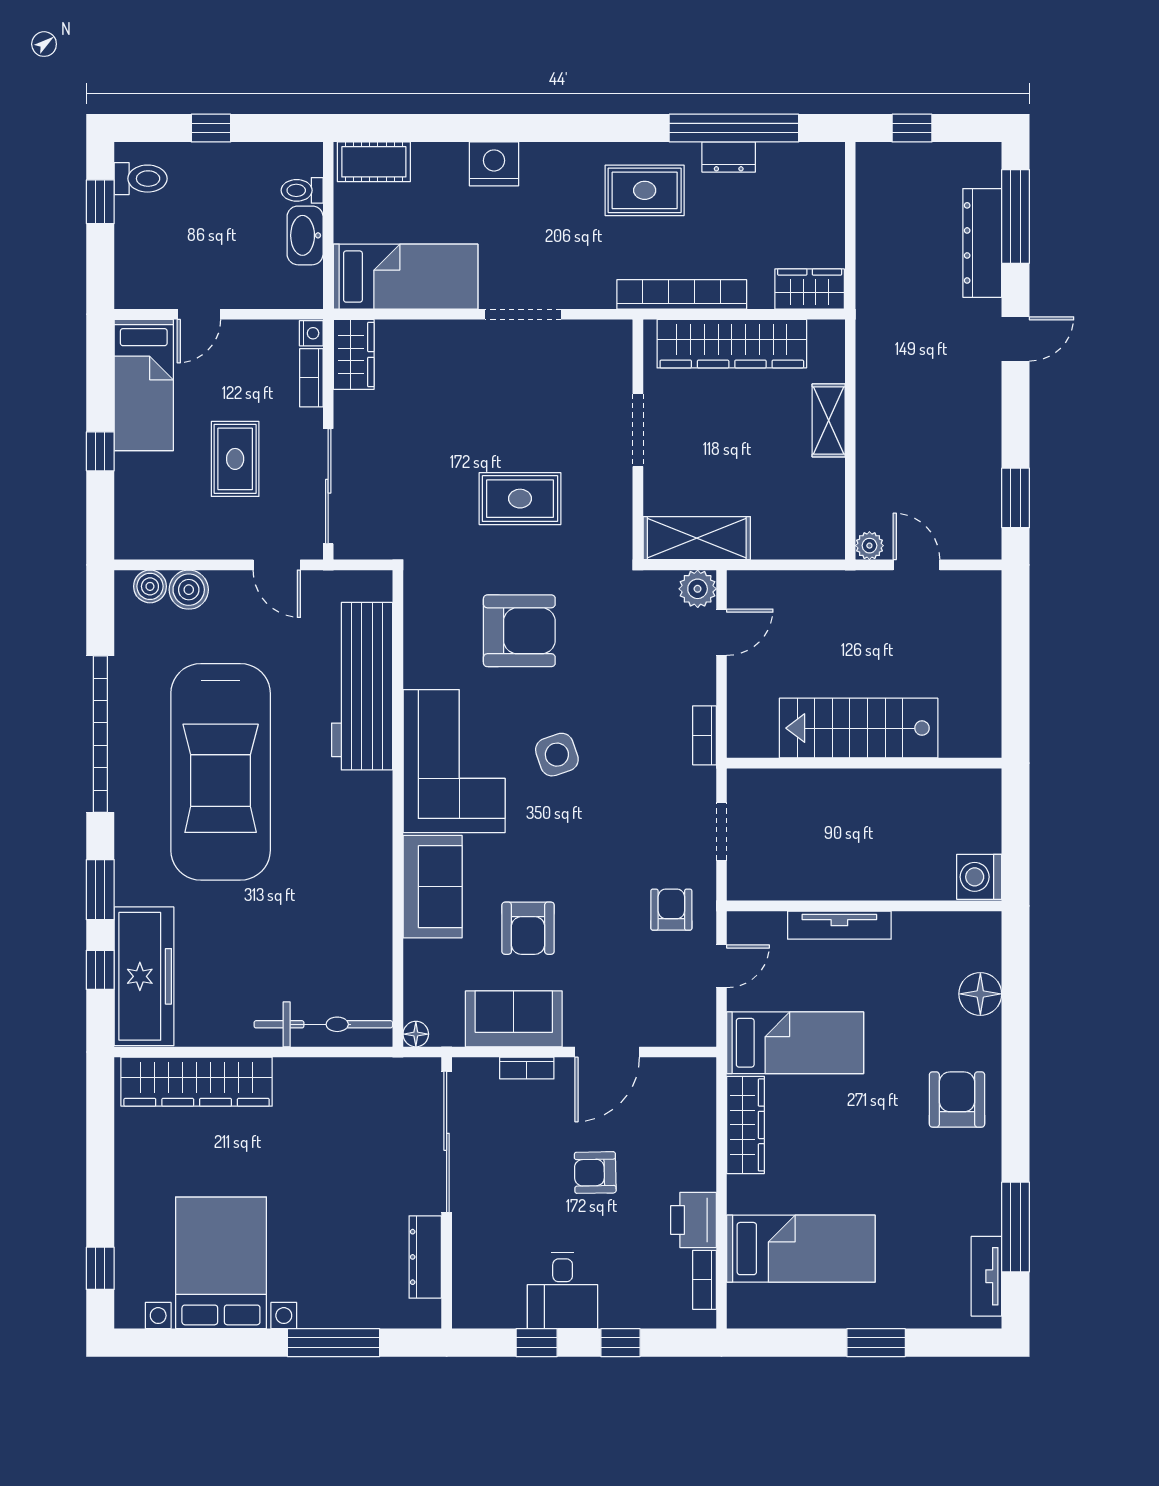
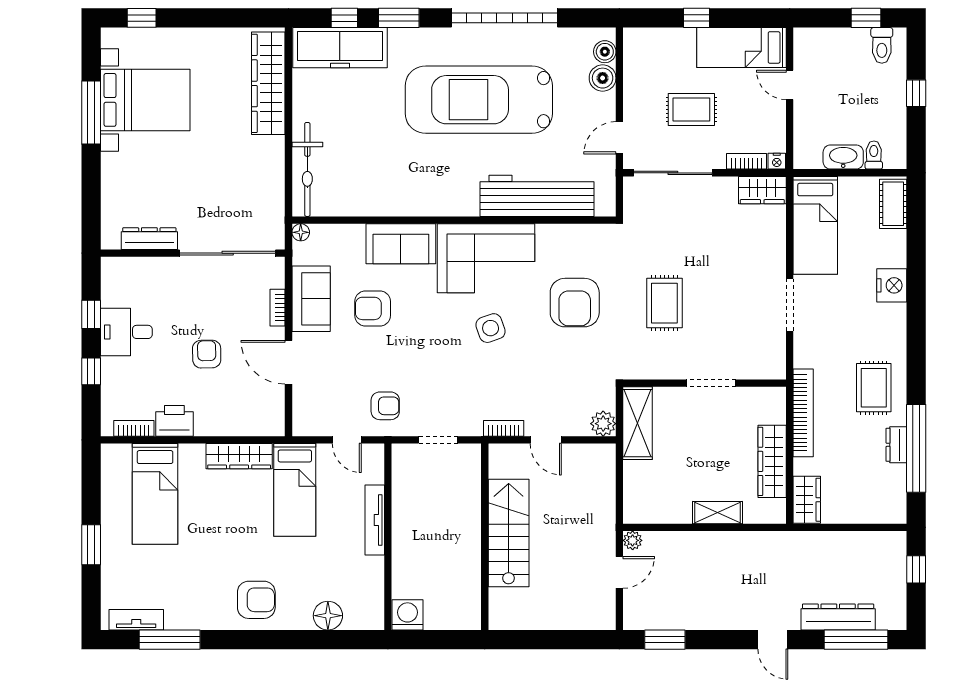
wardrobe: (732, 344) -> (772, 461), width x0.71, depth x0.85
door: (721, 632) -> (546, 440), moved
window: (334, 1343) -> (91, 113), moved

